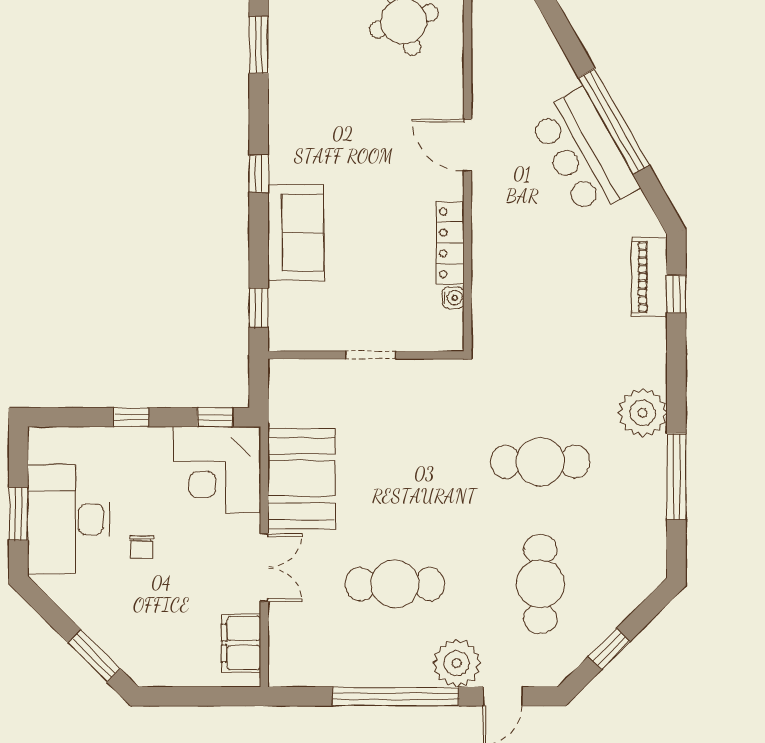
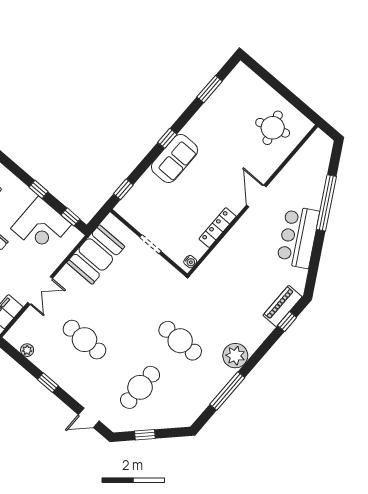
window: (614, 121) -> (326, 203), moved
sofa: (296, 233) -> (174, 159), moved
water cooler: (453, 298) -> (190, 262), moved
corner desk: (217, 470) -> (41, 226), moved, turned -90
booth: (302, 479) -> (96, 255), moved
plant: (457, 663) -> (27, 350), moved, width x0.53, depth x0.53
window: (396, 696) -> (48, 383), width x0.32

